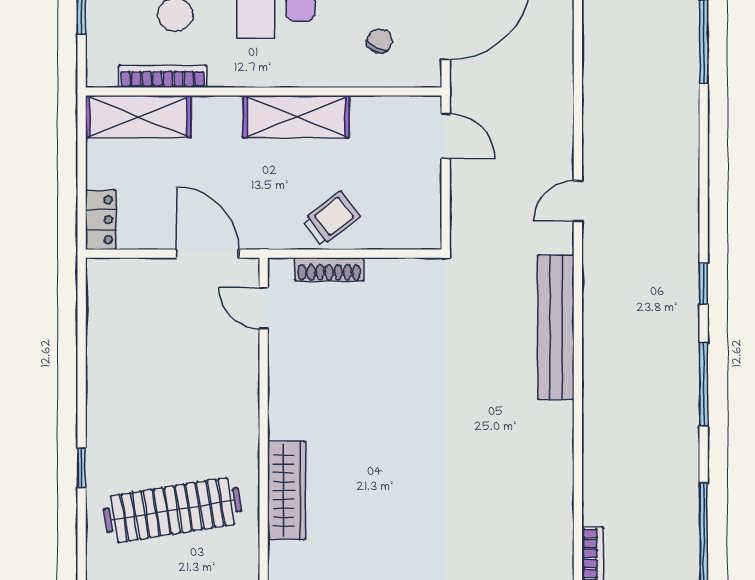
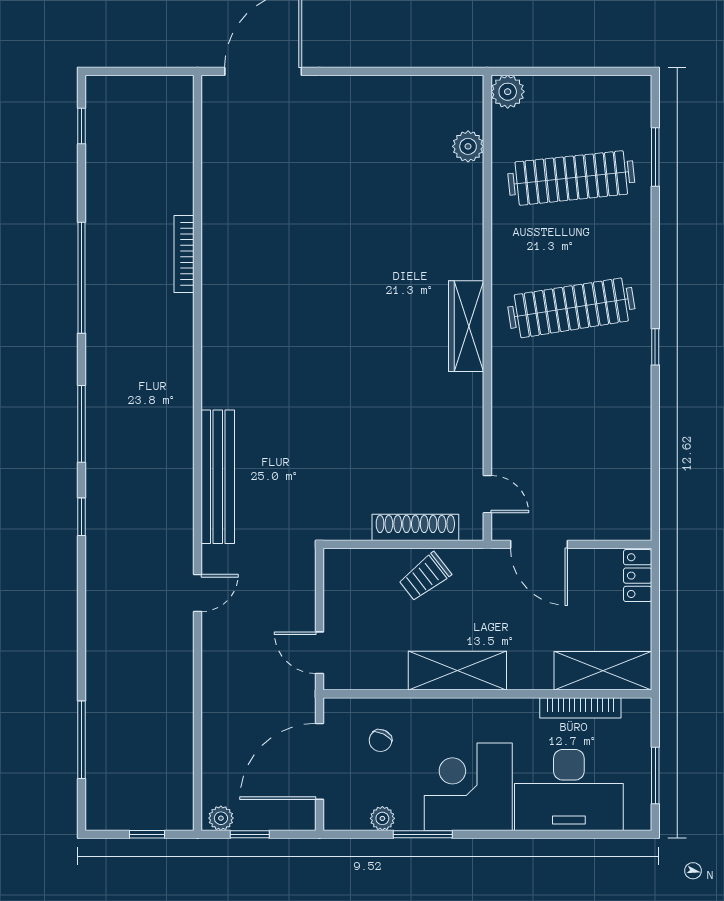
shoe rack: (329, 269) -> (415, 527), width x1.36, depth x1.24

